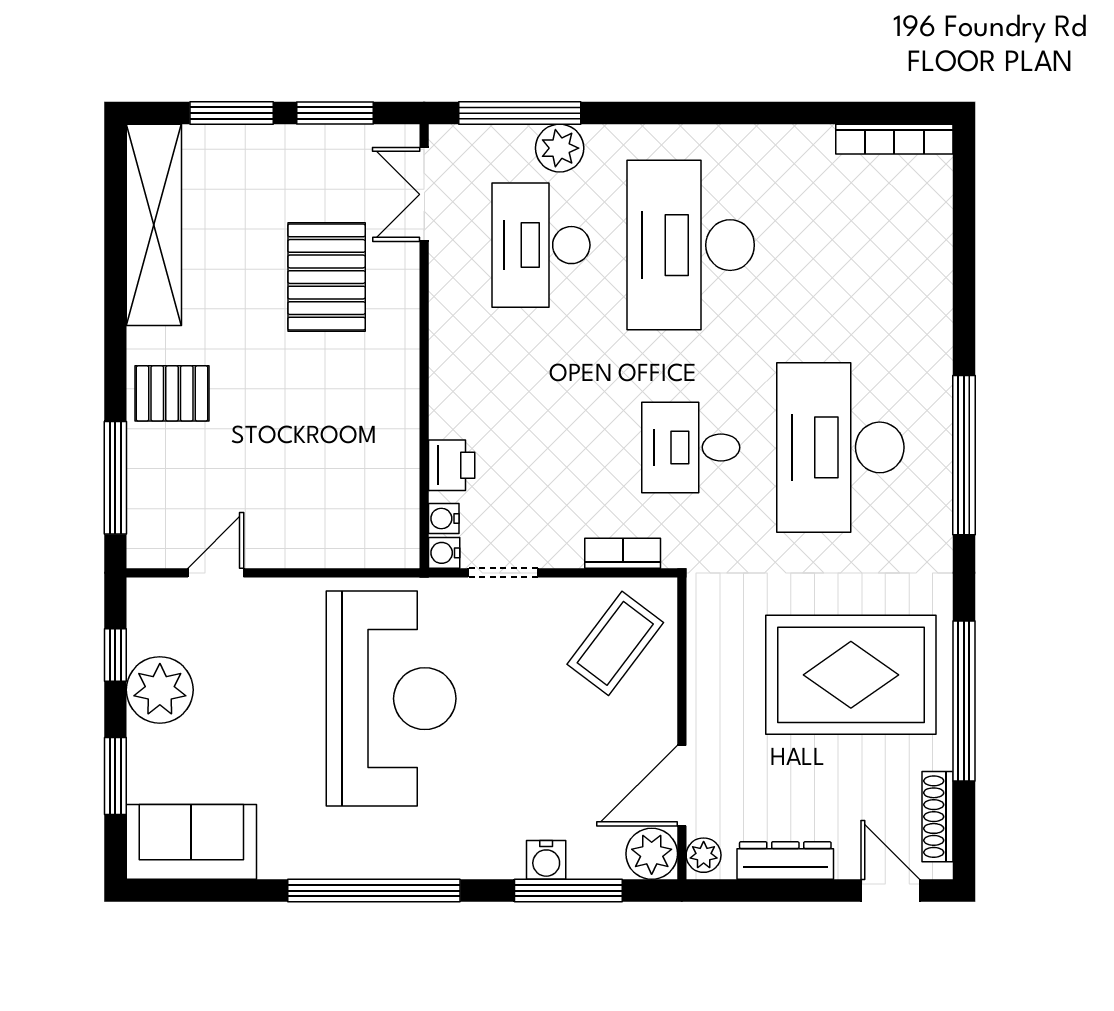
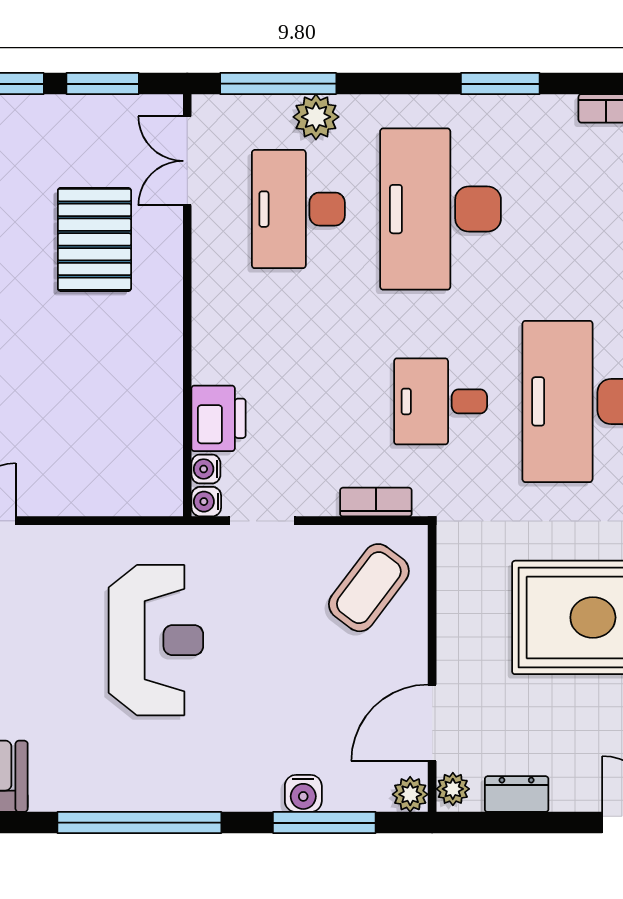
window: (753, 113) -> (500, 84), added
printer: (452, 465) -> (219, 418), width x1.36, depth x1.24
reception desk: (391, 699) -> (156, 640), width x0.74, depth x0.77
plant: (652, 854) -> (410, 794), width x0.73, depth x0.73
dresser: (785, 861) -> (517, 794), width x0.70

